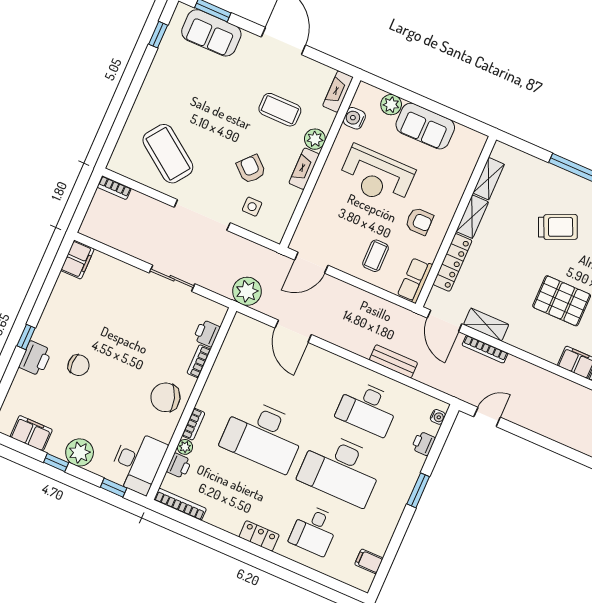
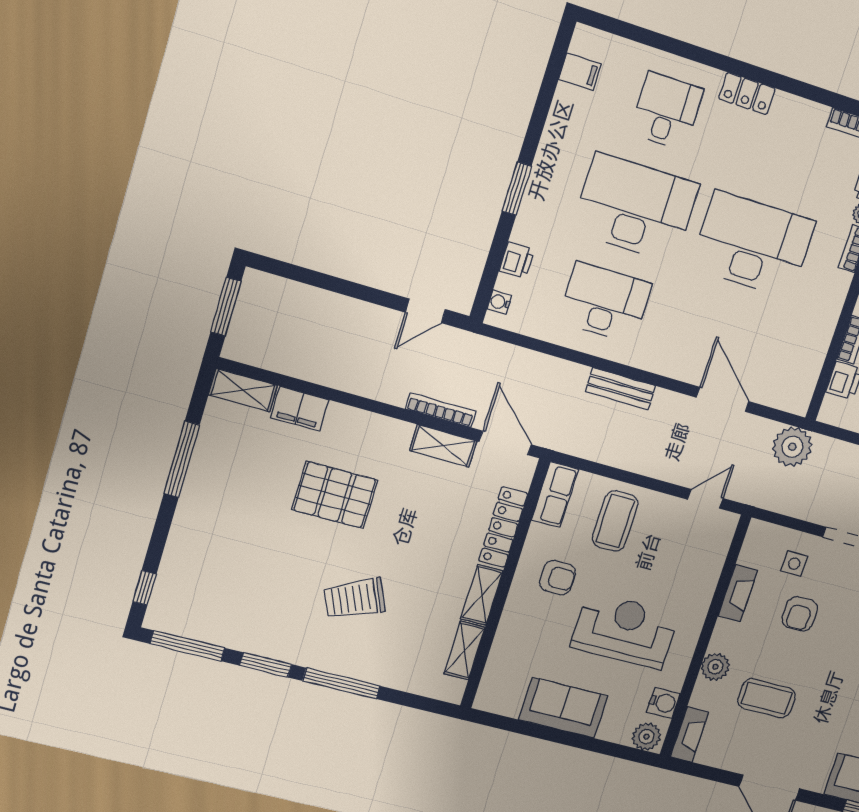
plant: (391, 105) -> (646, 737), moved
armchair: (251, 169) -> (800, 614), turned 48
fireplace: (304, 169) -> (738, 593), moved
armchair: (419, 221) -> (558, 578), turned 180
coffee table: (376, 256) -> (615, 521), width x1.36, depth x1.30
door: (311, 263) -> (705, 499), width x0.73
bench: (393, 361) -> (621, 389), moved

